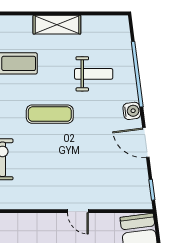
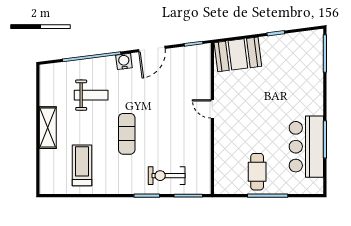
weight bench: (94, 74) -> (91, 95), turned 90
door: (78, 211) -> (212, 109), swing flipped

